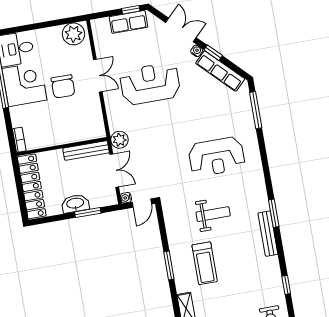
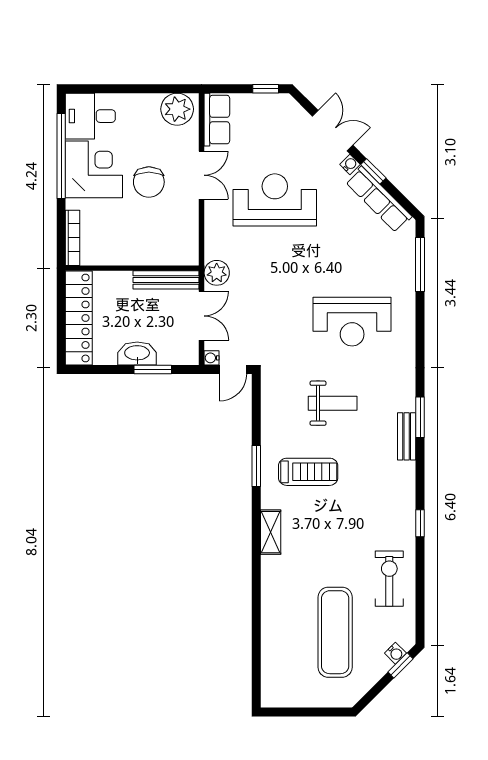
row of seats: (128, 22) -> (217, 120), moved, turned -90
bookcase: (19, 140) -> (73, 238), width x1.56
bench: (268, 234) -> (407, 436), width x0.73
treadmill: (205, 263) -> (308, 472), turned -90

